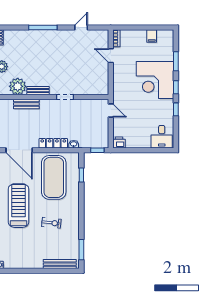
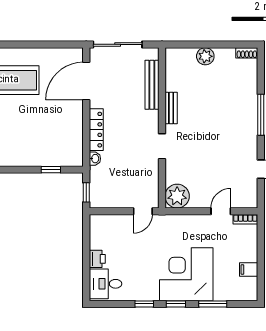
plant: (18, 86) -> (177, 196), moved
bench: (26, 104) -> (152, 85), width x1.36
printer: (119, 143) -> (97, 259), moved
exercise mat: (54, 177) -> (48, 130), removed

